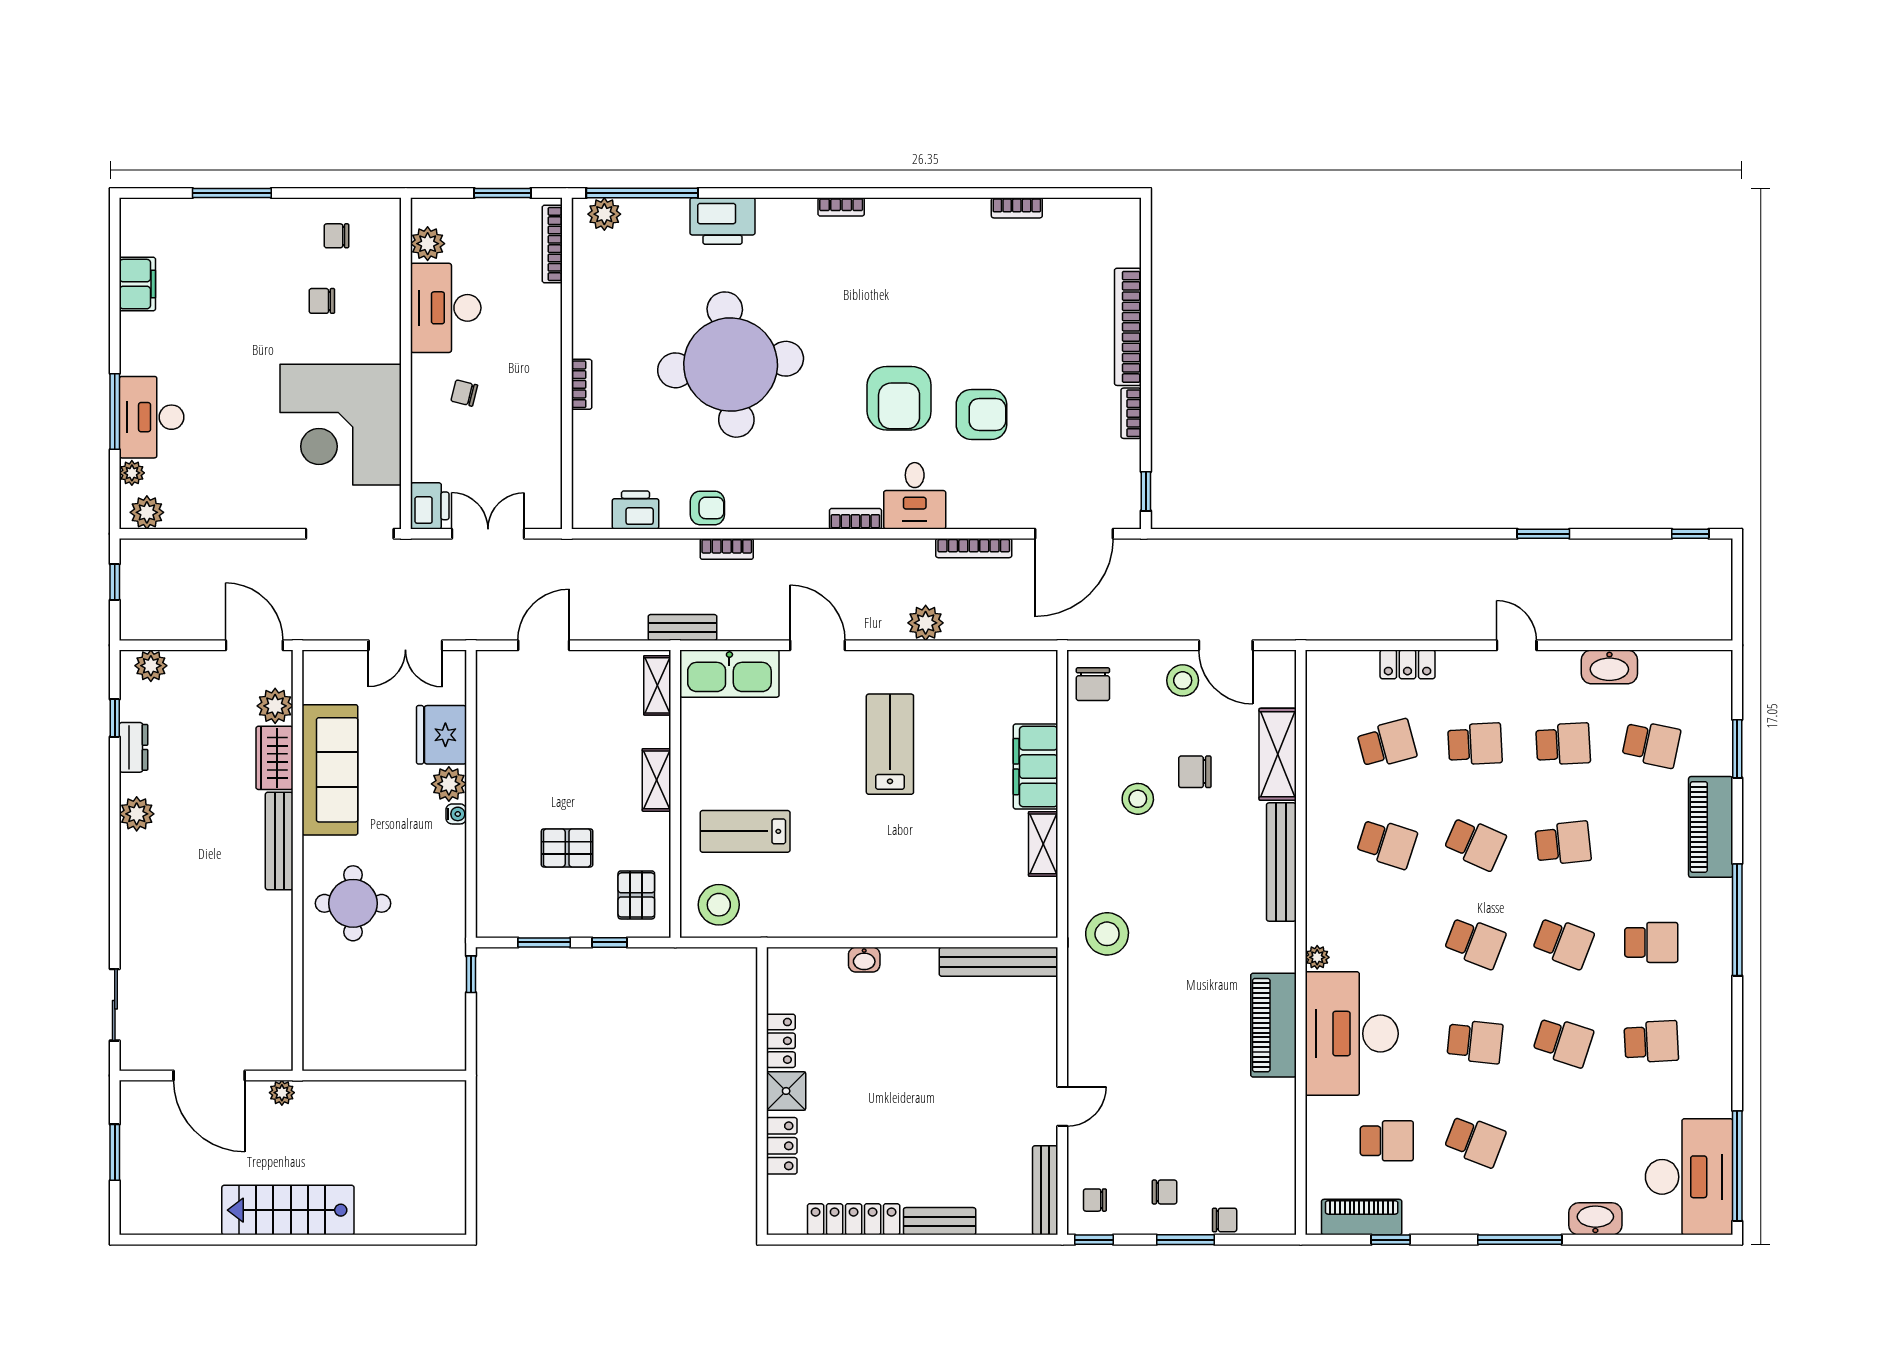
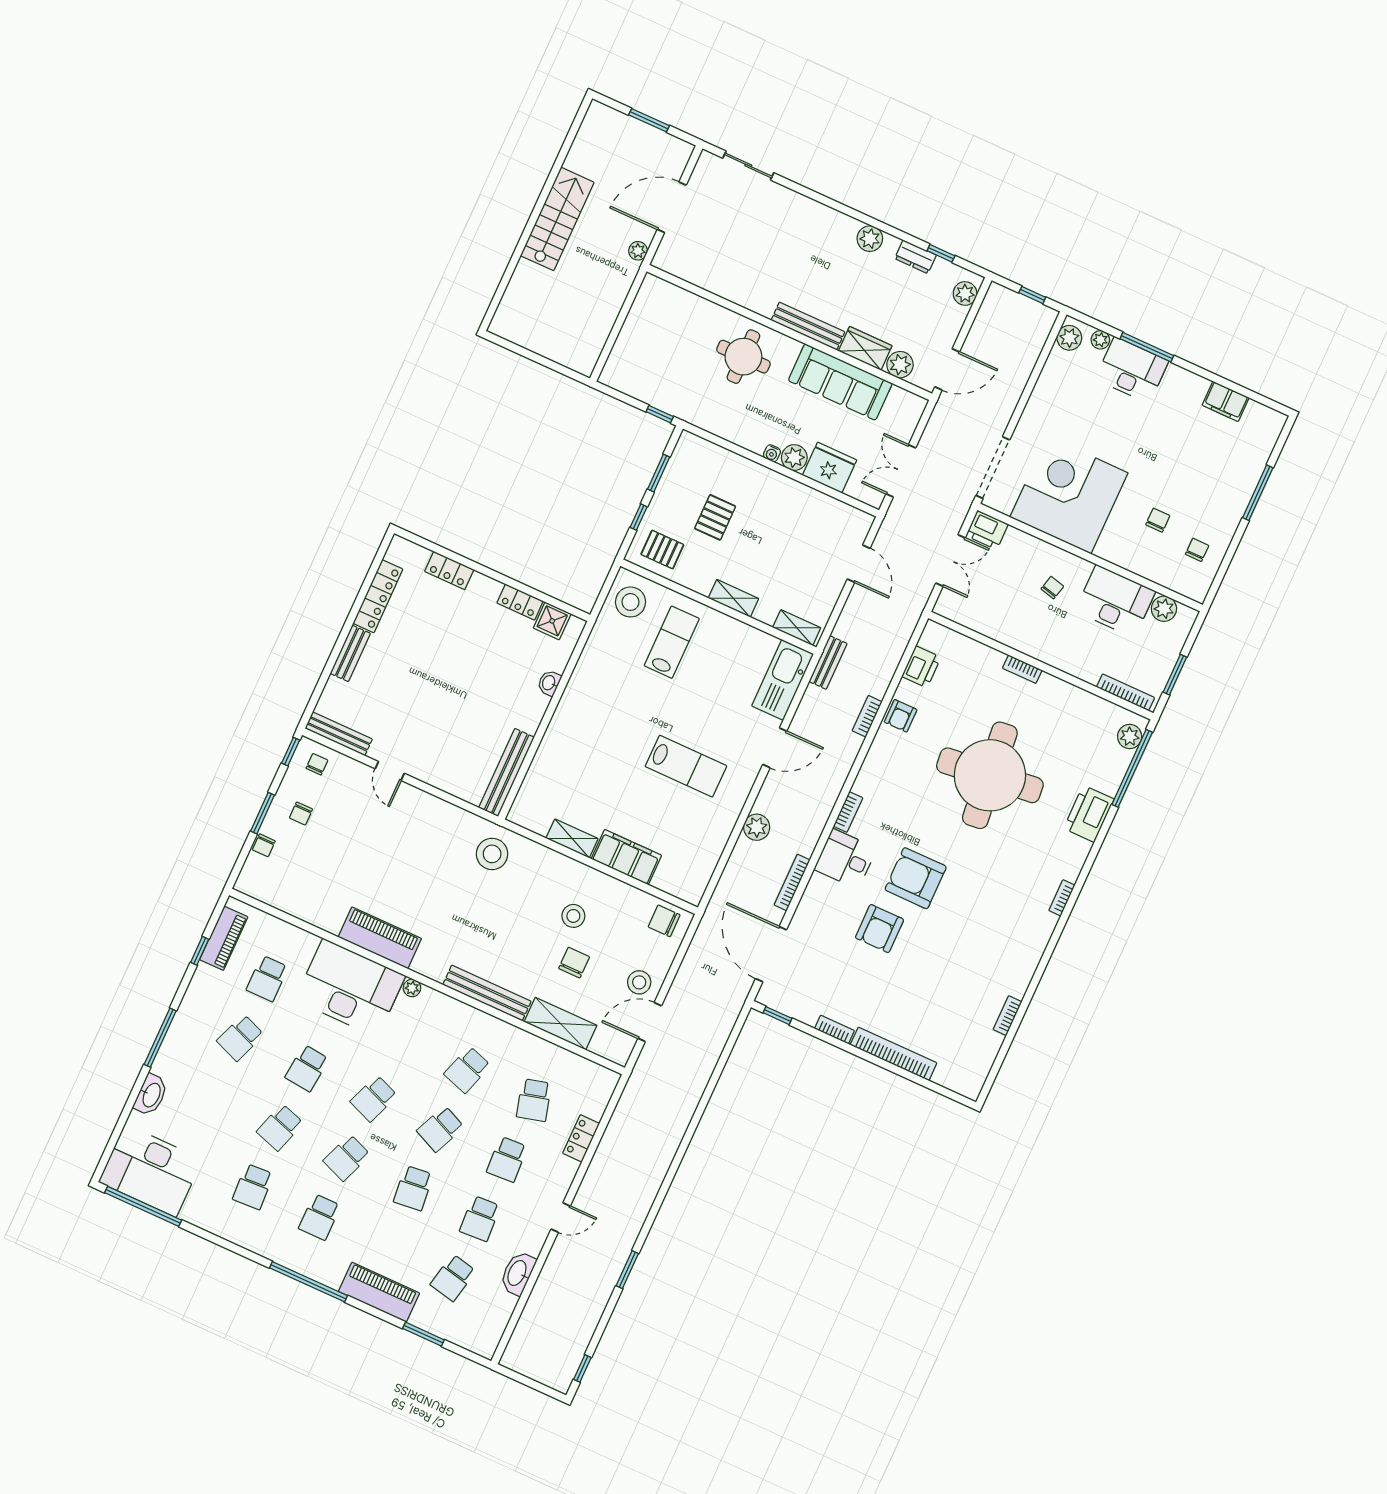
shower: (786, 1091) -> (552, 621), moved

